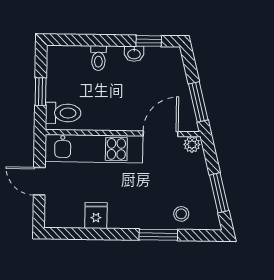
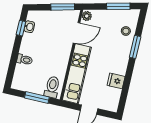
washbasin: (134, 54) -> (29, 27), moved
window: (41, 92) -> (37, 98), width x1.50
door: (161, 134) -> (76, 33), swing flipped

